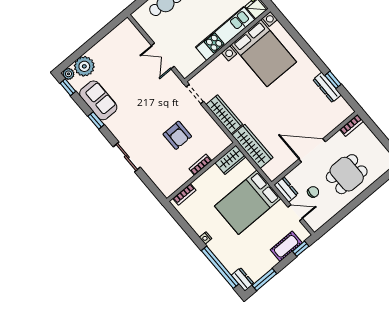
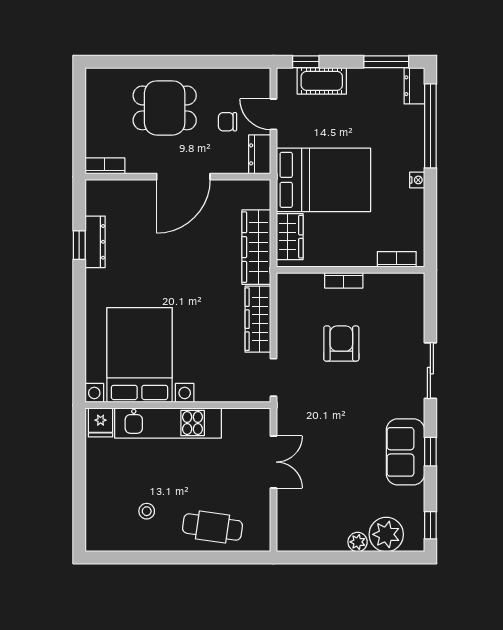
plant: (68, 74) -> (358, 542), moved
sofa: (98, 100) -> (405, 452), moved
door: (312, 150) -> (183, 177), hinge flipped
wardrobe: (230, 160) -> (290, 237), moved, turned 90

